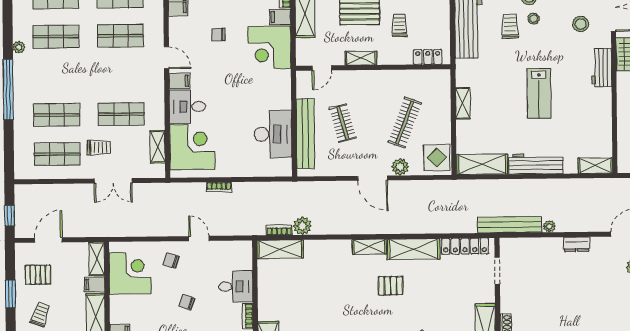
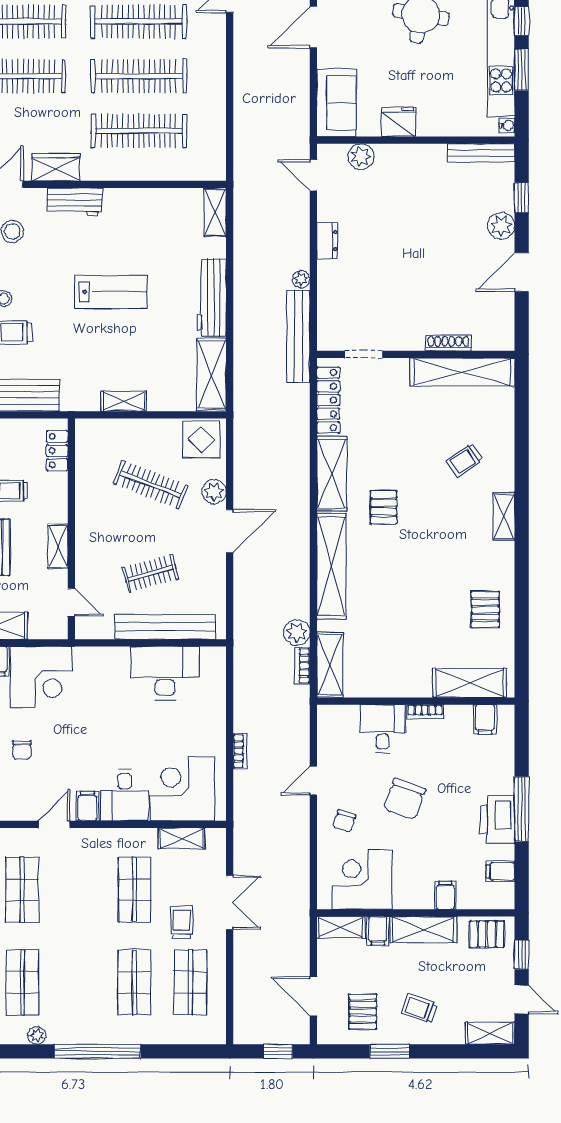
shelving: (369, 247) -> (331, 566), width x2.20, depth x1.33
chair: (187, 302) -> (404, 799), width x1.87, depth x1.87

